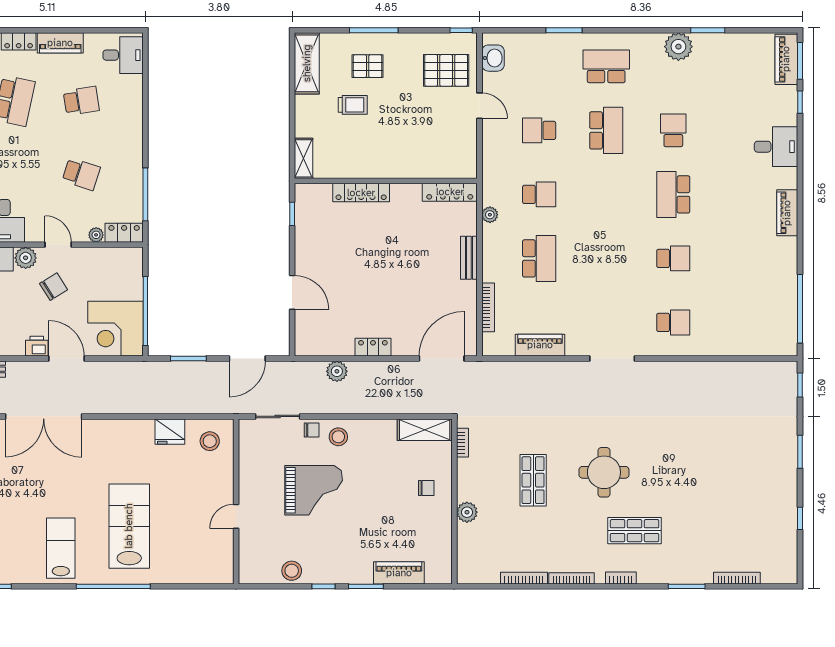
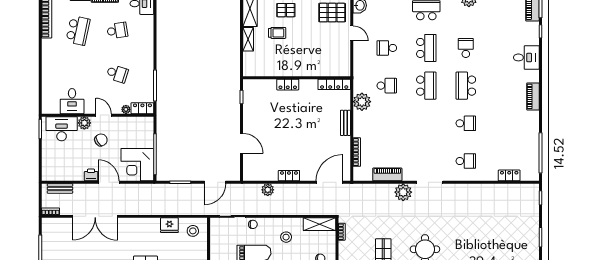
shelving: (304, 158) -> (248, 39), moved
locker: (361, 193) -> (288, 85), width x0.66
plant: (490, 215) -> (362, 102), width x1.88, depth x1.88
school desk: (539, 258) -> (426, 86), moved
locker: (747, 347) -> (509, 175), added
plant: (567, 375) -> (403, 192), added
stool: (338, 437) -> (286, 237), moved

